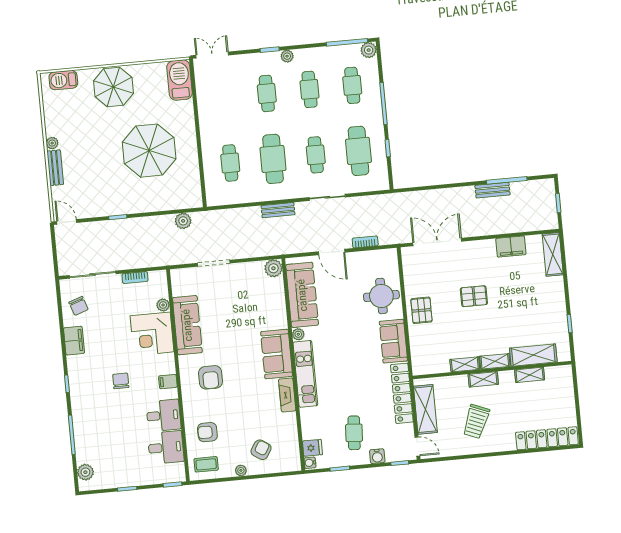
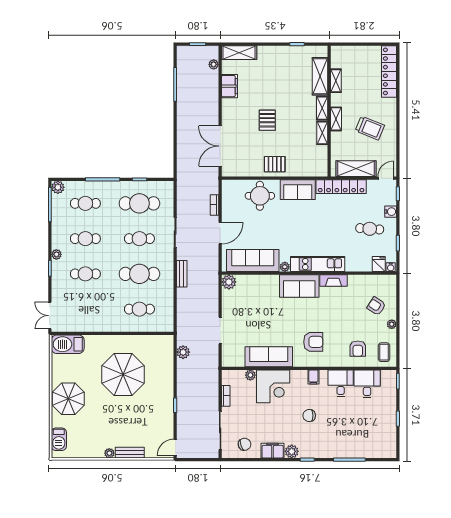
bench: (493, 190) -> (182, 97), removed
plant: (535, 225) -> (214, 64), added
plant: (85, 472) -> (292, 451), moved

